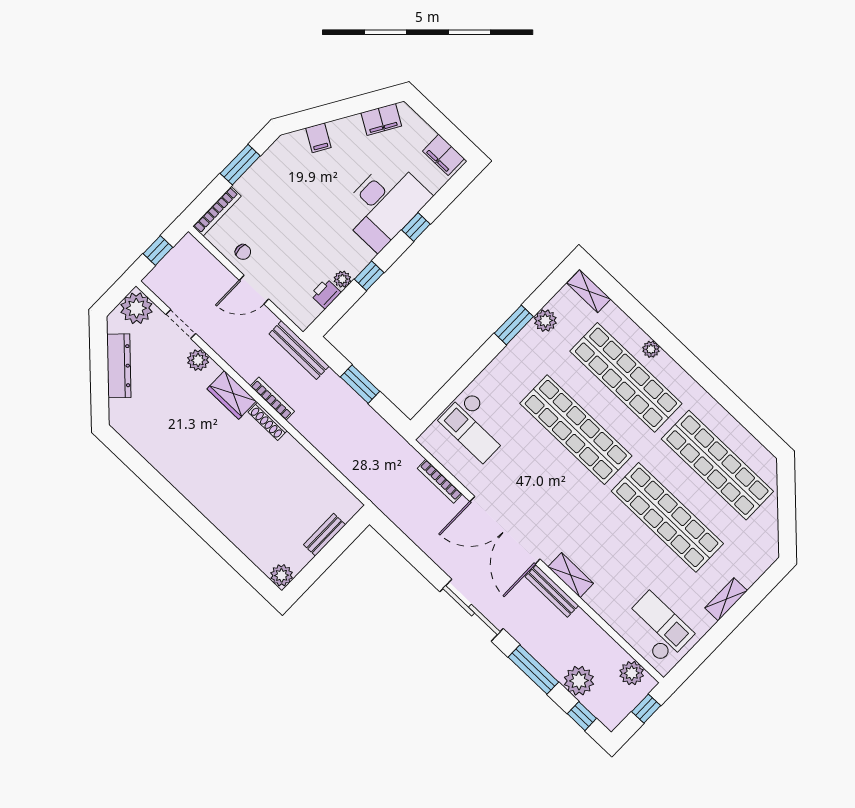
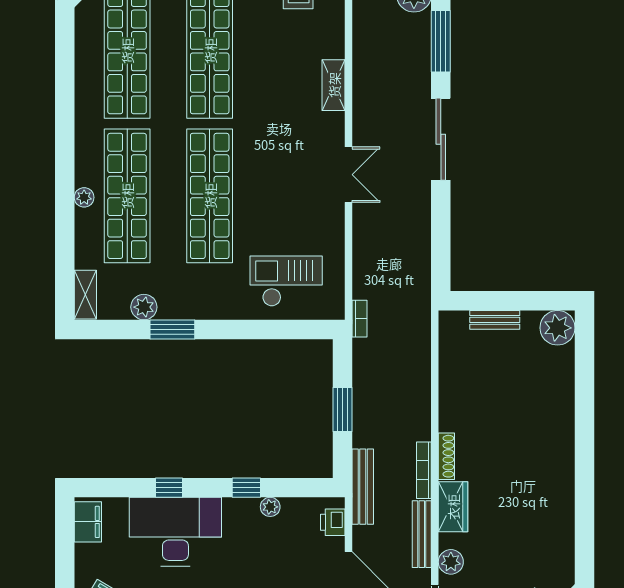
printer: (326, 294) -> (333, 522), moved, turned 90
checkout: (476, 426) -> (286, 281), turned -90
bookcase: (440, 481) -> (360, 319), moved, width x0.64
double door: (505, 530) -> (349, 175), width x0.54
plant: (282, 575) -> (557, 328), width x1.36, depth x1.36
bench: (552, 591) -> (422, 534), moved

